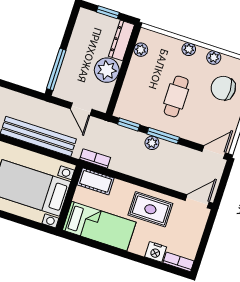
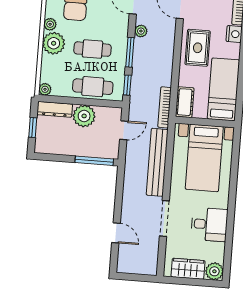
plant: (189, 49) -> (54, 43), width x1.88, depth x1.88
plant: (141, 50) -> (45, 89), moved
cafe table: (136, 87) -> (93, 87), added
plant: (152, 143) -> (141, 31), moved
bookcase: (95, 158) -> (165, 107), width x1.56

